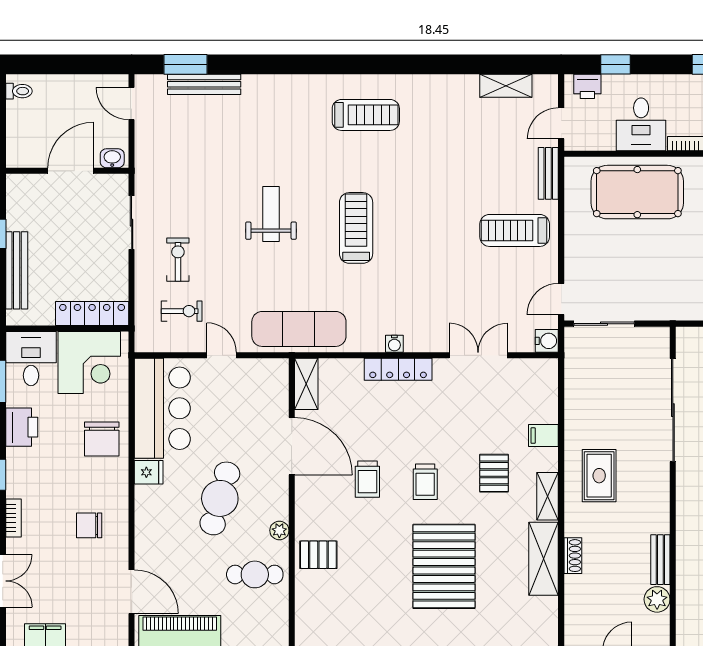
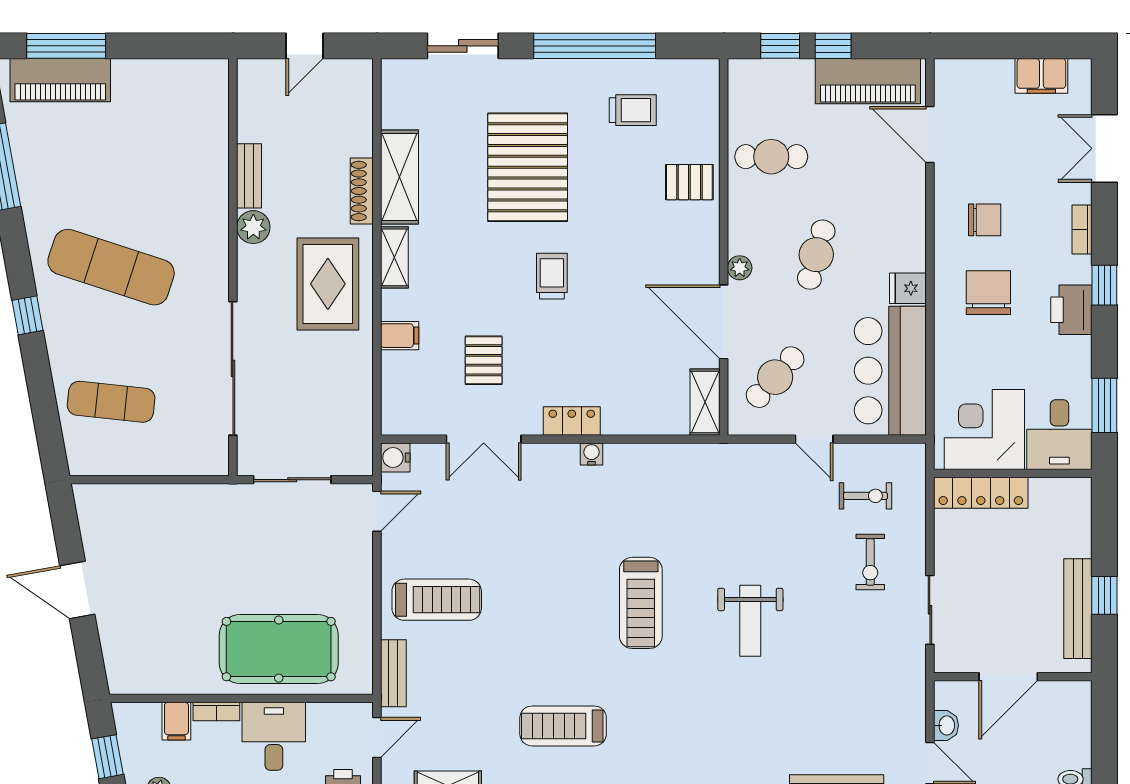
treadmill: (366, 115) -> (563, 726), moved
washbasin: (112, 158) -> (946, 725), moved, turned -90
bench: (17, 270) -> (1078, 609), moved
exercise bike: (182, 311) -> (865, 496), turned 180
sliding door: (604, 324) -> (292, 480), moved
exercise mat: (299, 329) -> (714, 473), removed
locker: (398, 369) -> (572, 421), width x0.66
cafe table: (252, 403) -> (775, 377), added
printer: (22, 427) -> (1071, 310), moved
chair: (102, 439) -> (988, 293), moved
pallet: (494, 473) -> (484, 360), moved
rug: (599, 476) -> (328, 284), width x1.36, depth x1.43
trolley: (367, 479) -> (633, 110), moved, turned 90
cafe table: (220, 498) -> (816, 255), width x0.73, depth x0.74
plant: (279, 530) -> (740, 268), moved
shoe rack: (573, 556) -> (362, 191), width x1.43
plant: (657, 599) -> (253, 227), moved

